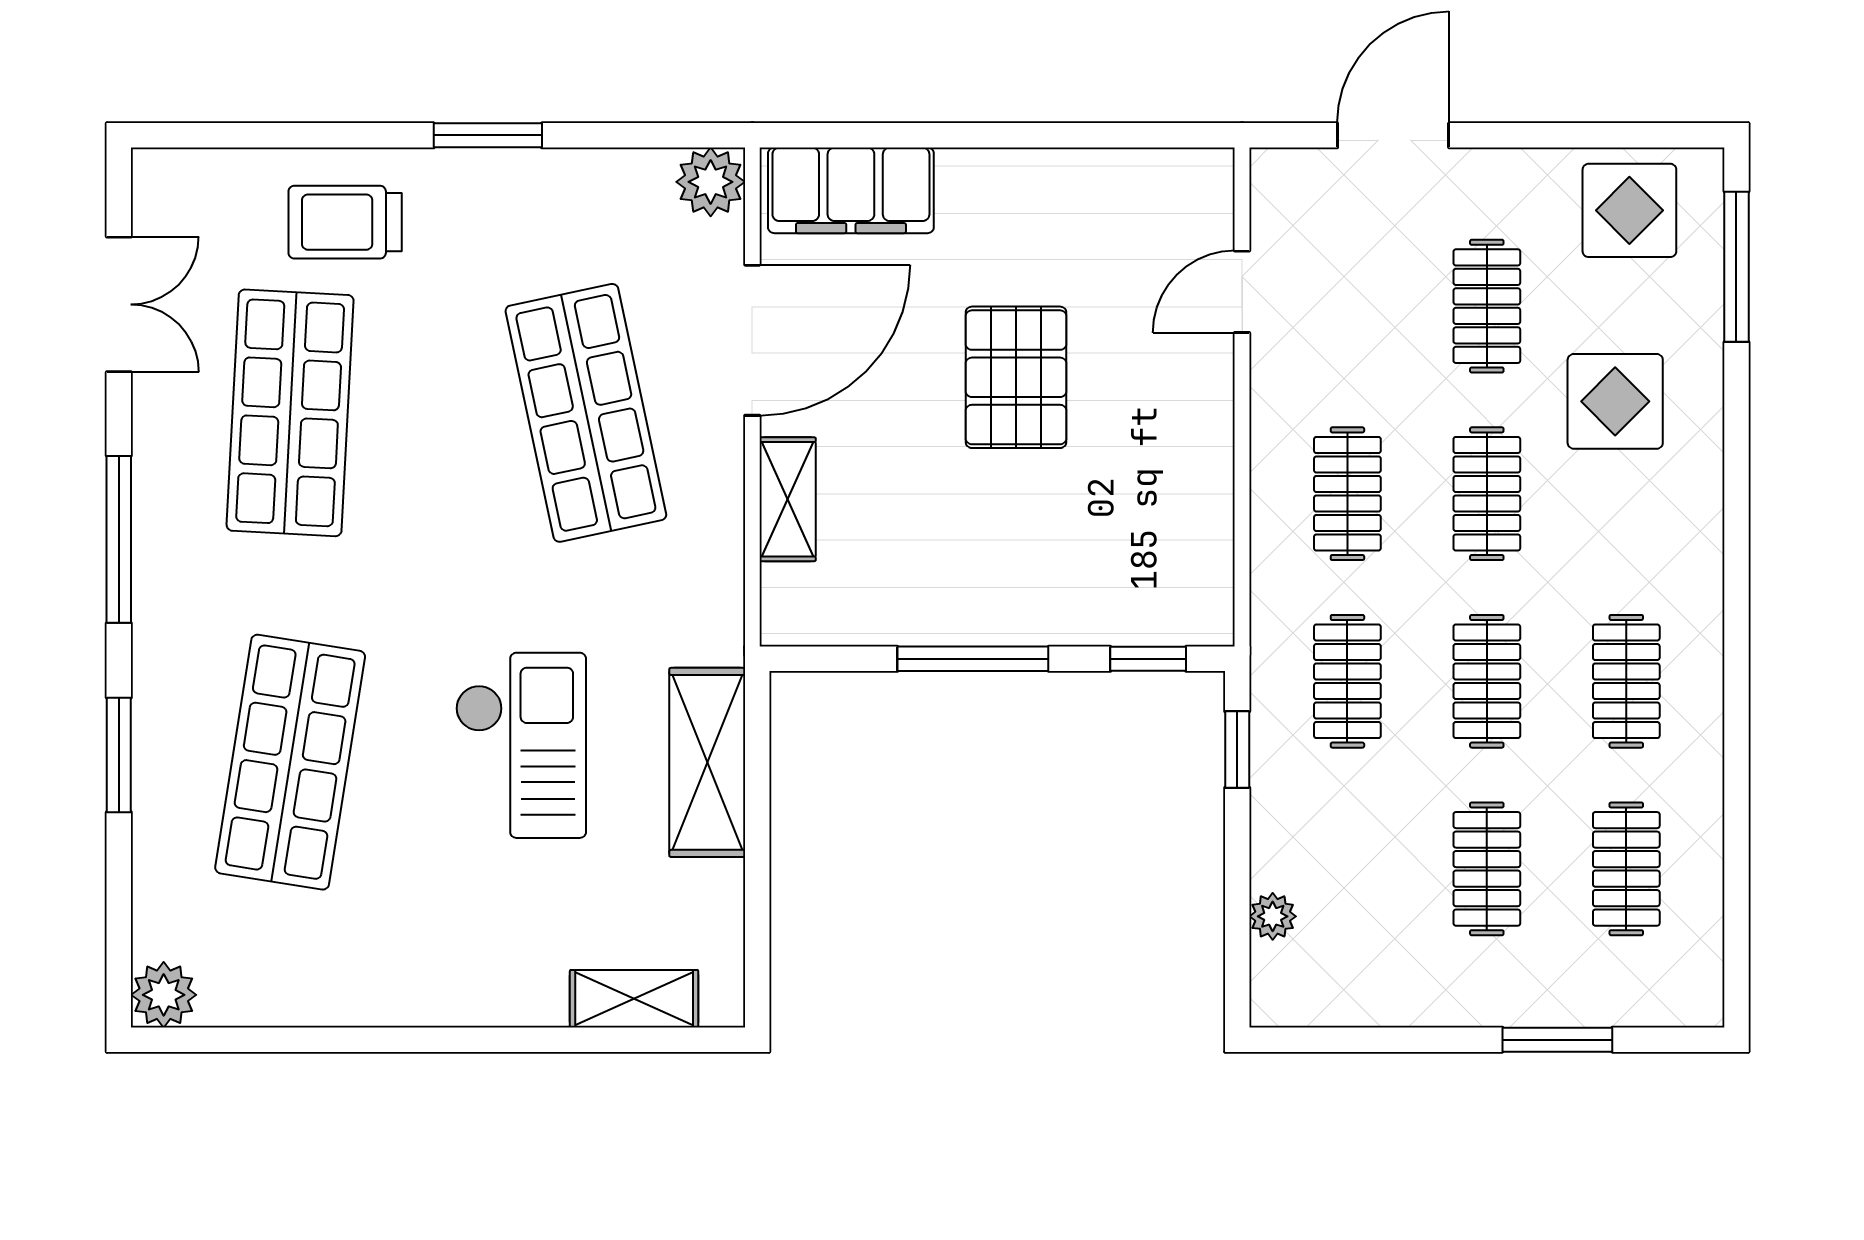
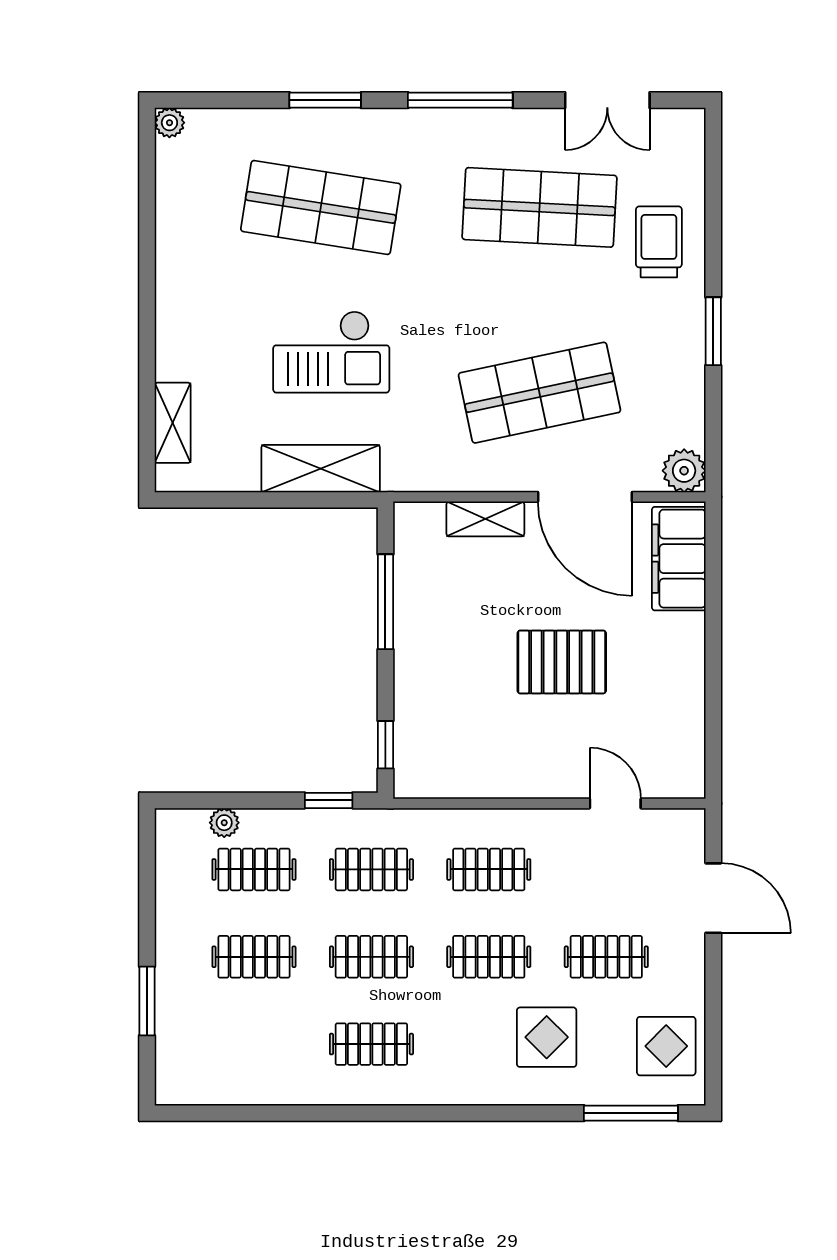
window: (973, 659) -> (385, 602), moved
clothes rail: (1626, 869) -> (254, 869), moved
plant: (164, 995) -> (169, 123), width x0.73, depth x0.73

